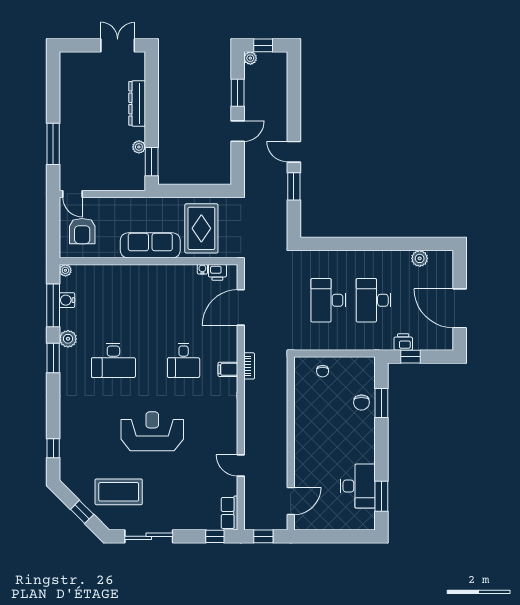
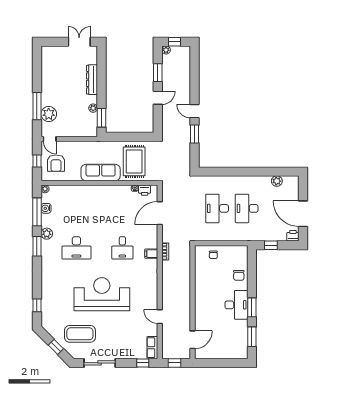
plant: (71, 156) -> (49, 114), added
window: (53, 228) -> (37, 161), added
printer: (403, 342) -> (293, 236), moved
window: (381, 403) -> (252, 307), moved
reception desk: (152, 431) -> (102, 294), width x1.36, depth x1.30
desk: (358, 486) -> (236, 305), moved

